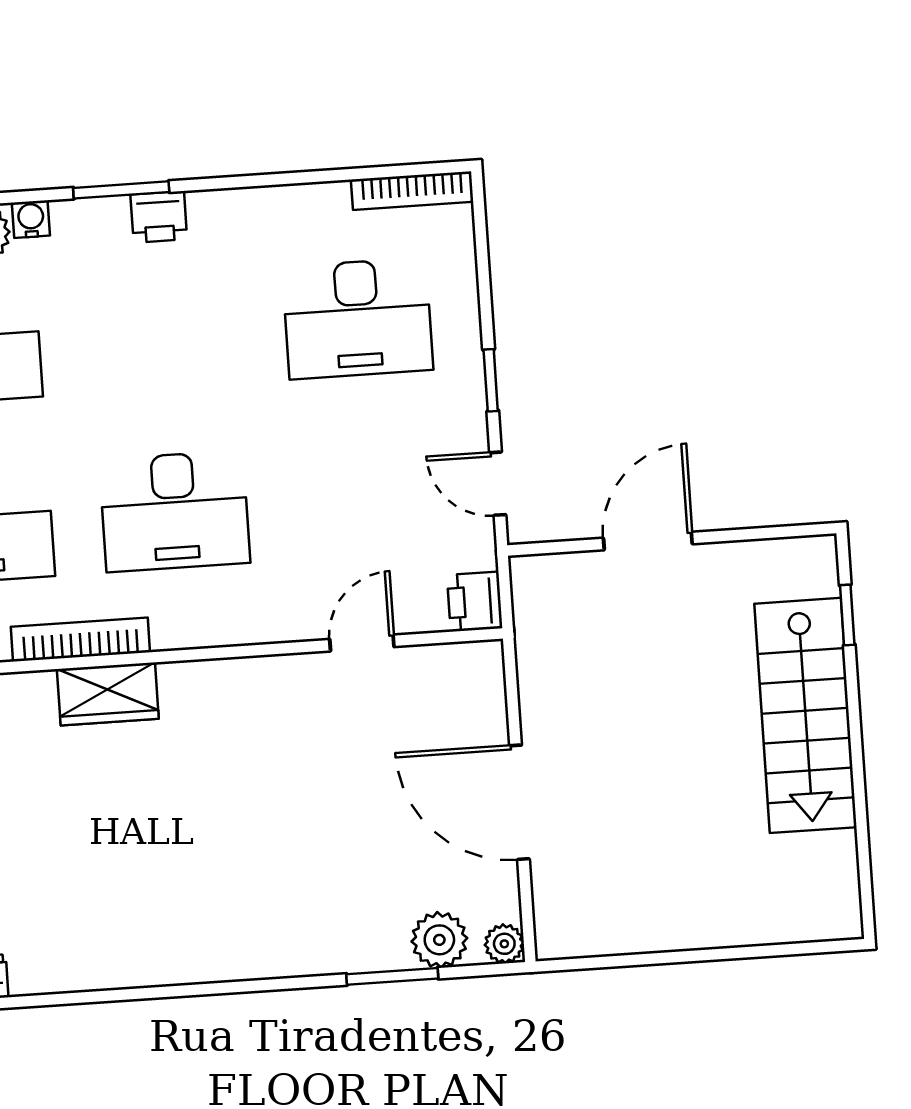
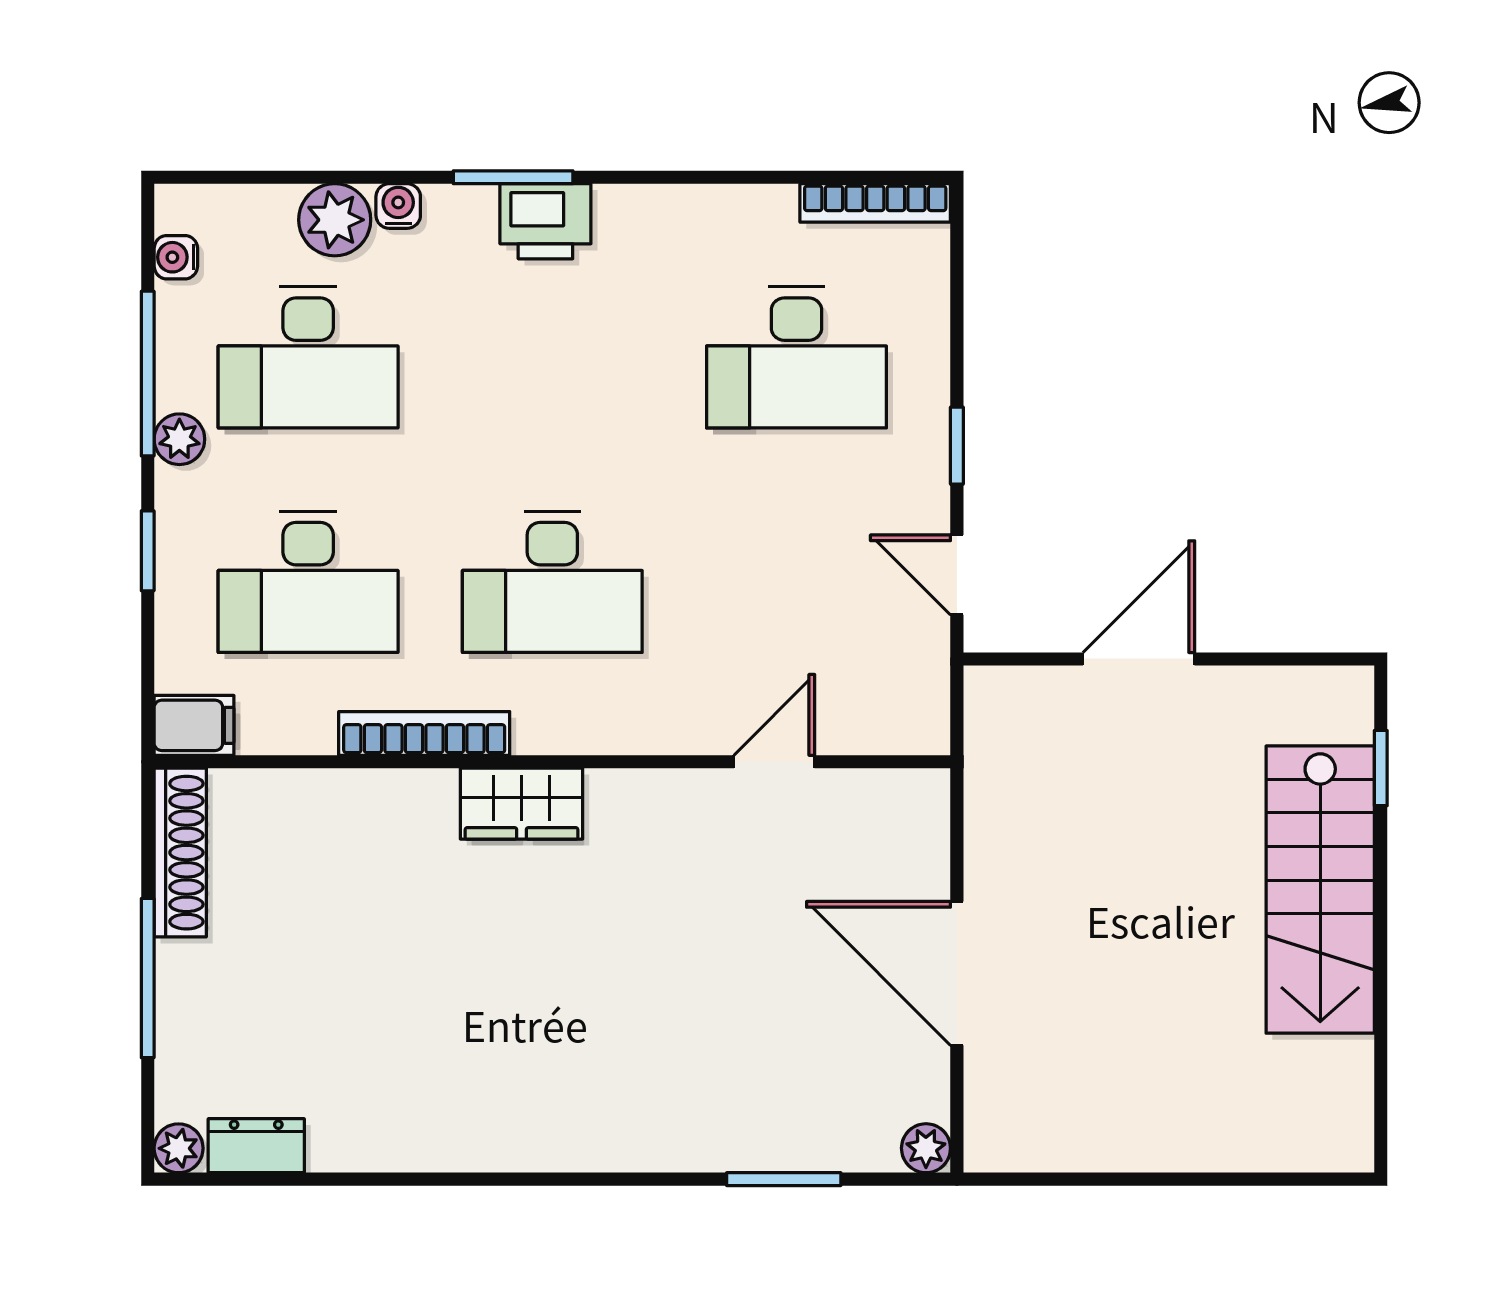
printer: (159, 217) -> (545, 221), width x1.36, depth x1.24
printer: (475, 602) -> (918, 720), removed
wardrobe: (108, 694) -> (522, 804), moved
plant: (439, 940) -> (845, 1138), removed

